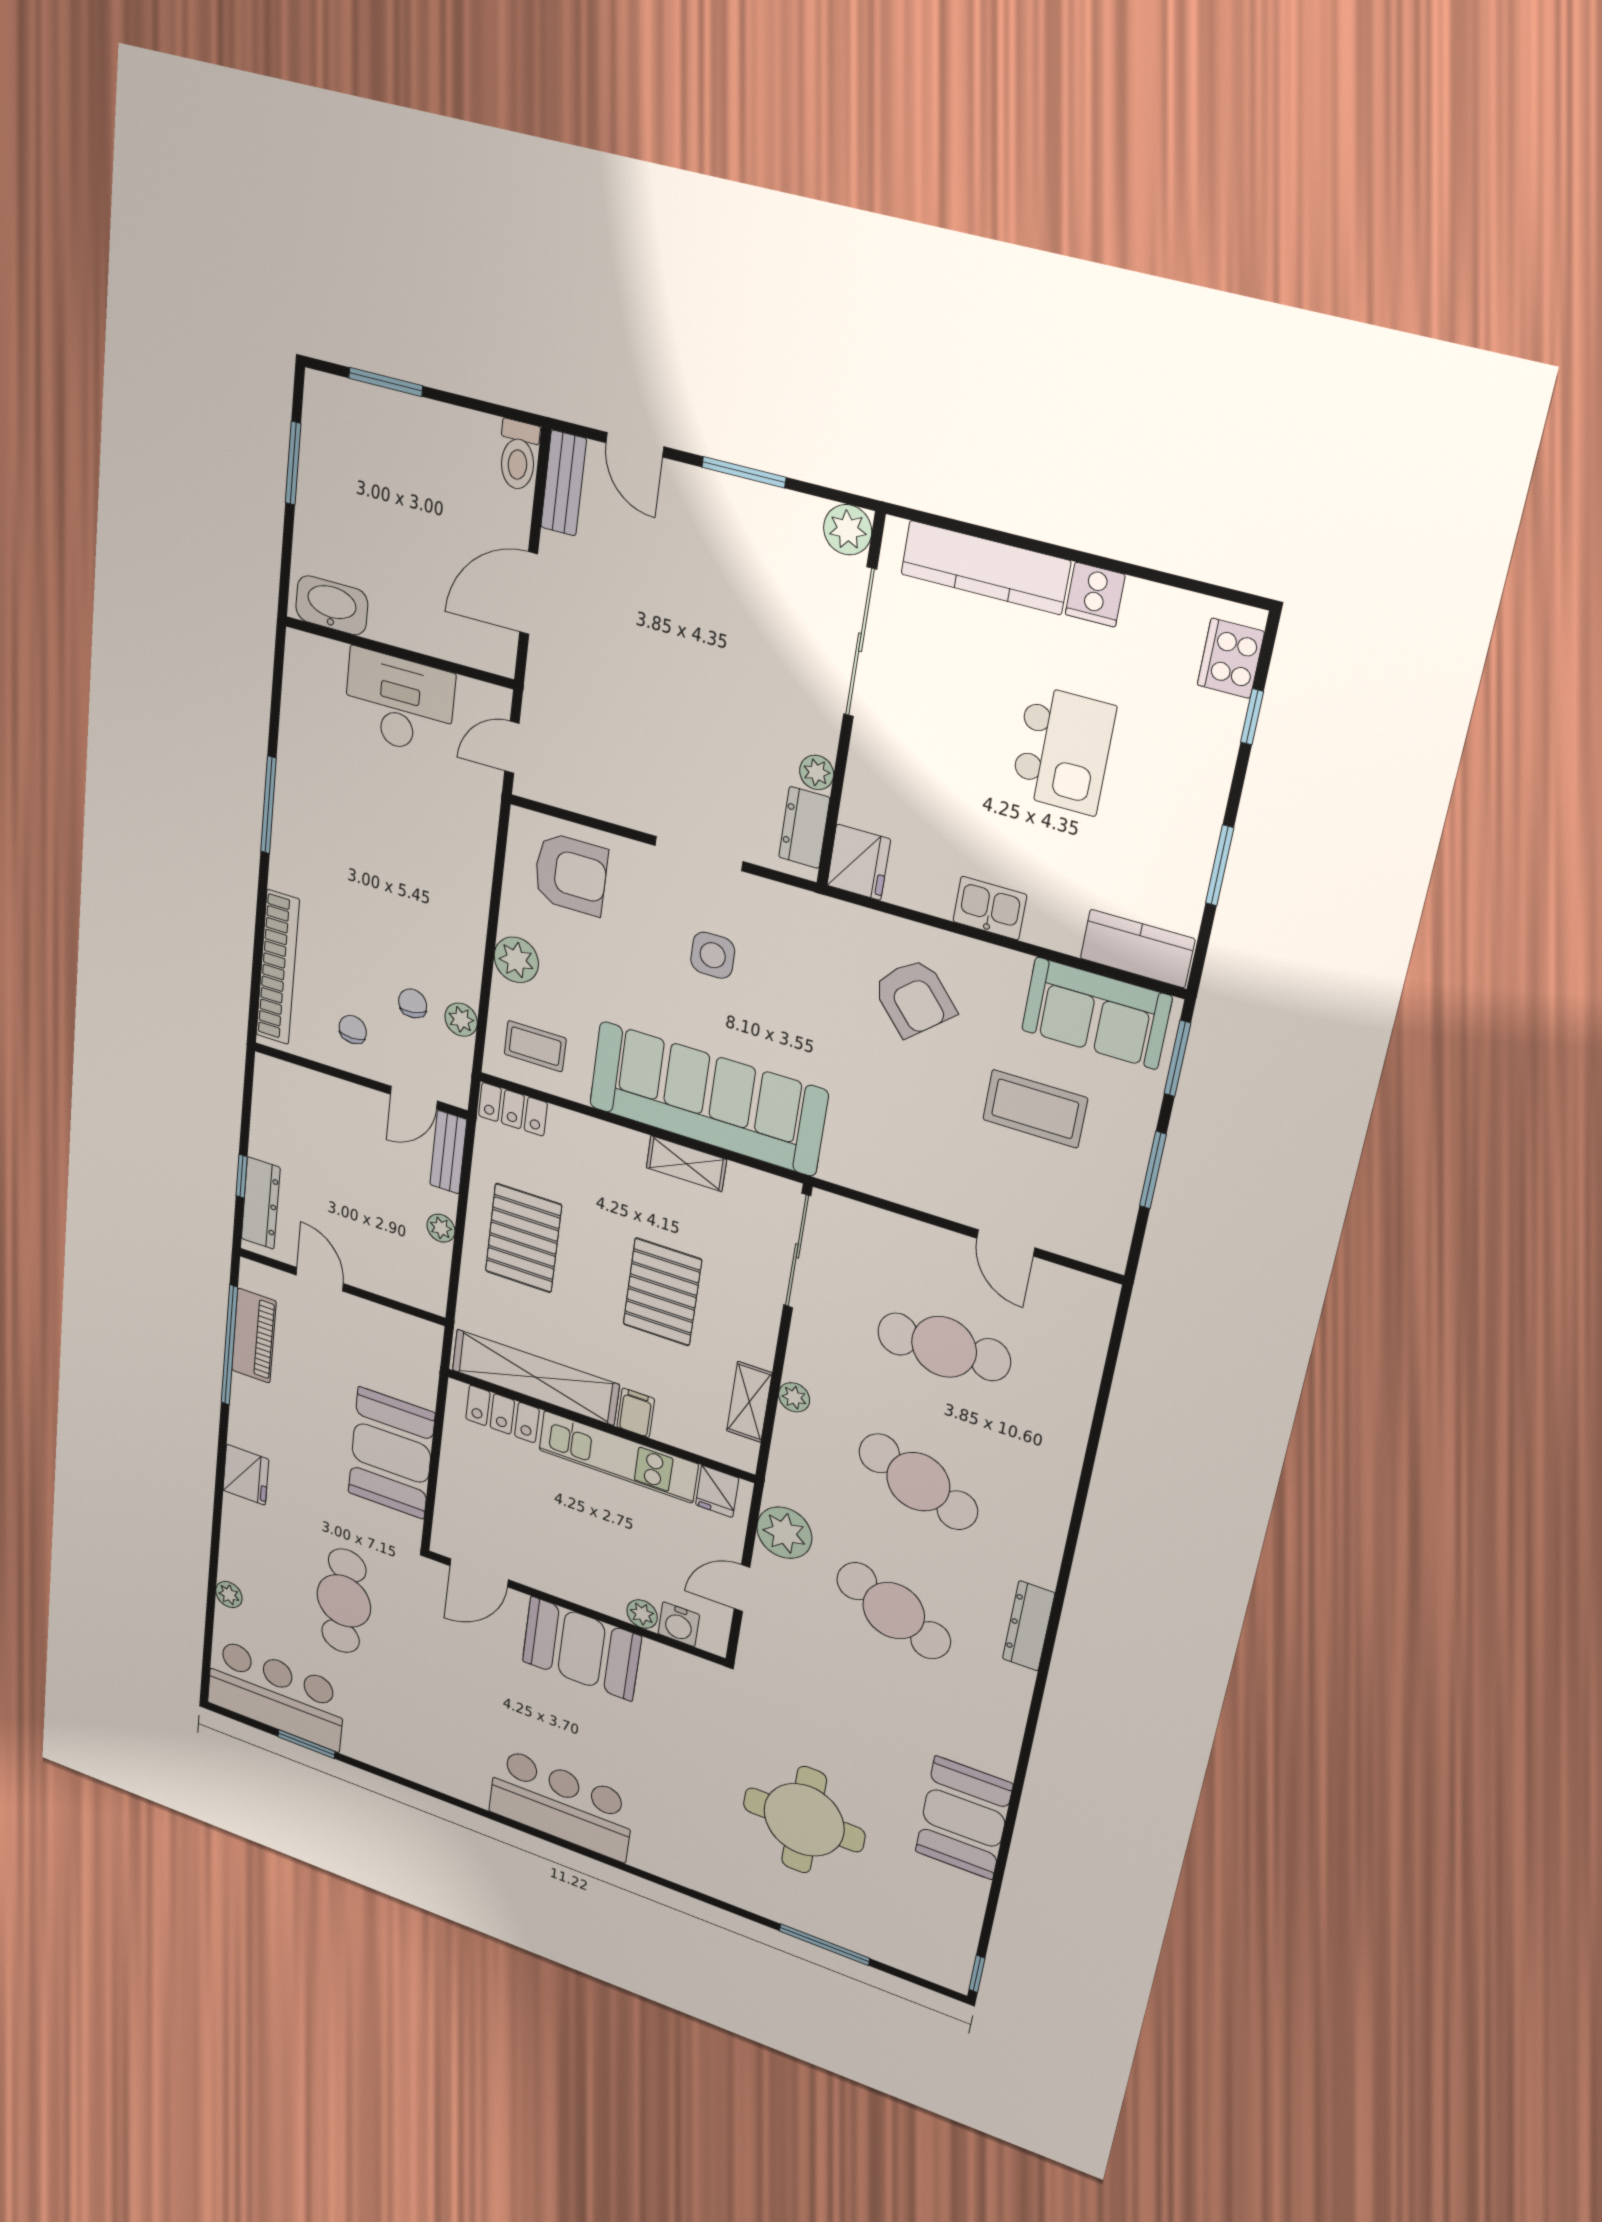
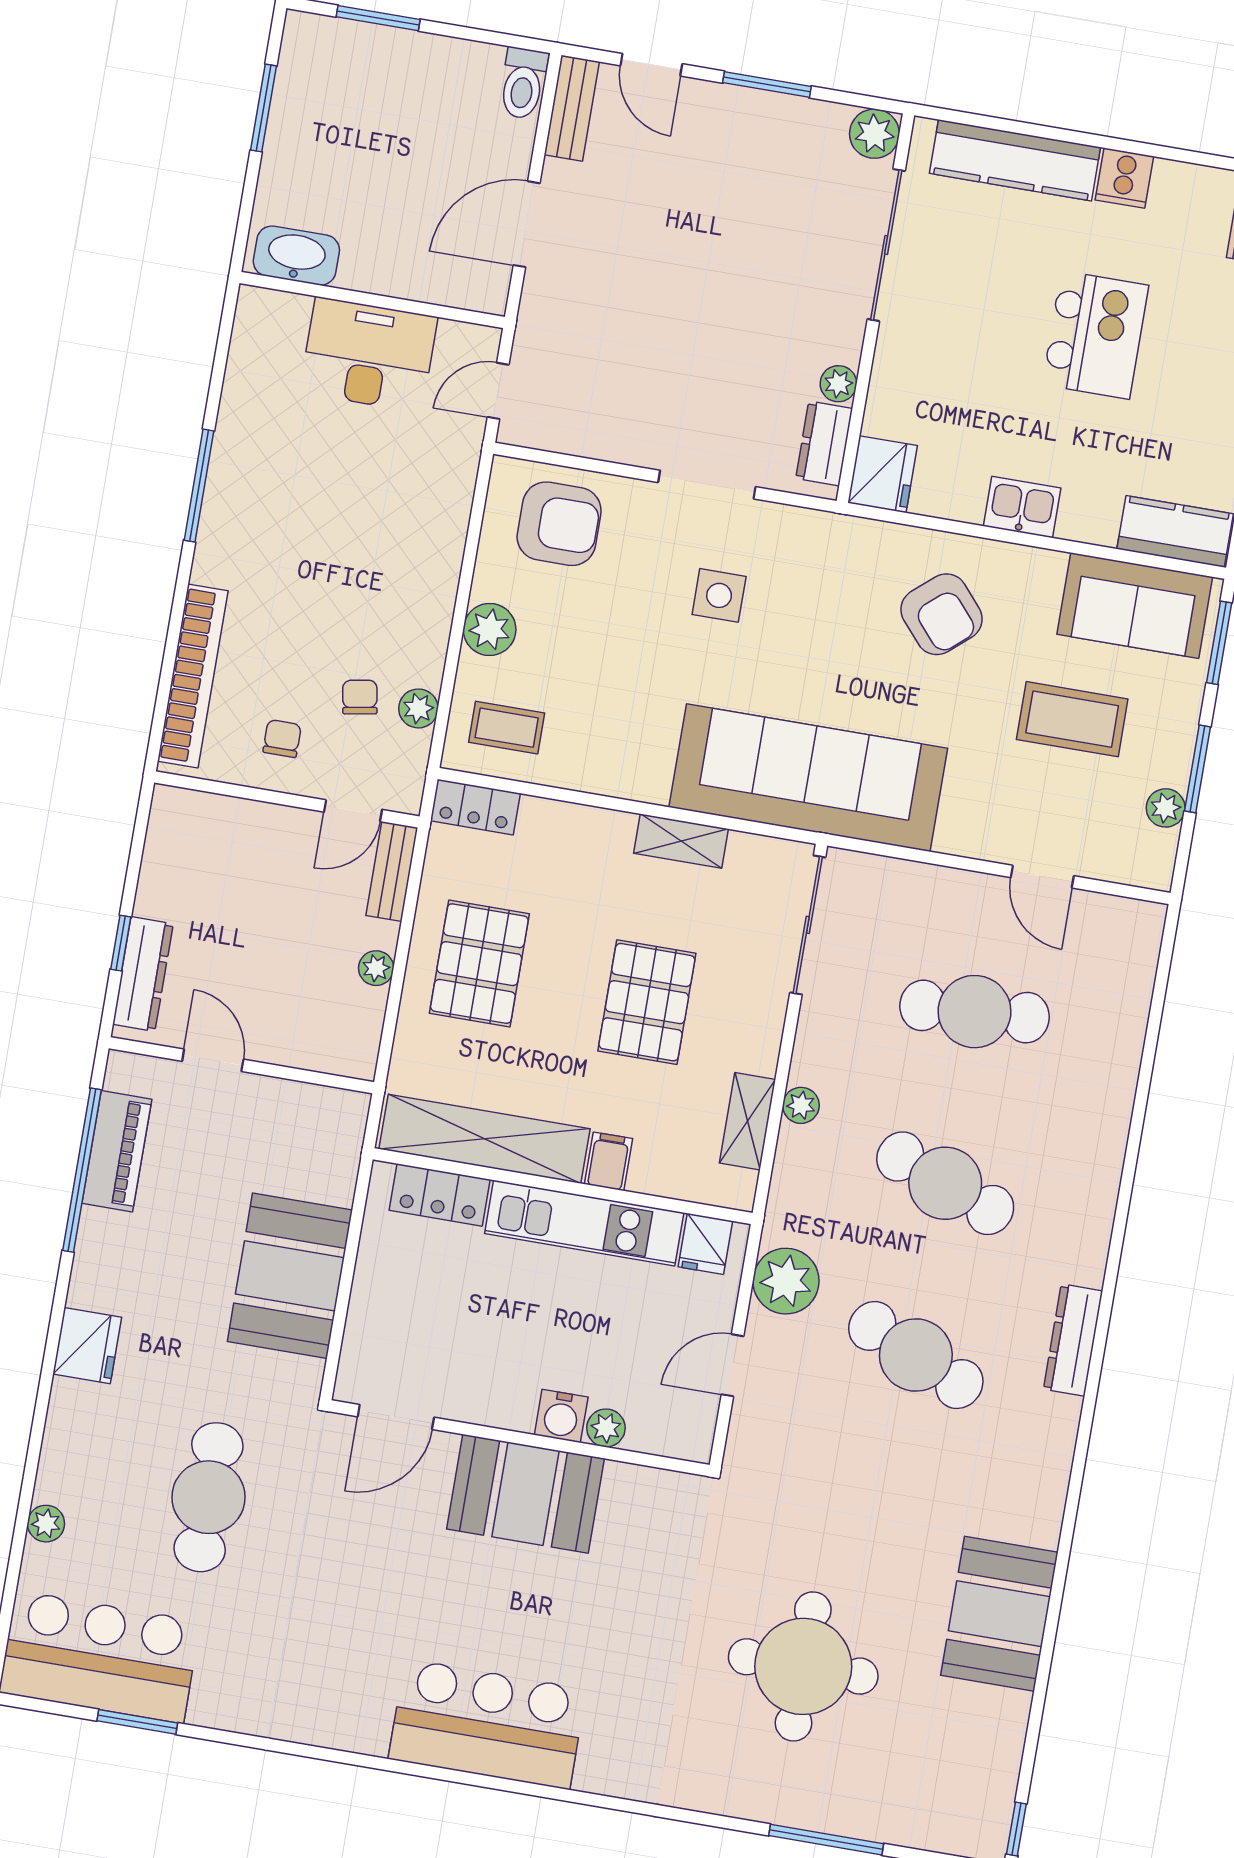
sofa: (707, 1099) -> (808, 778), moved
plant: (1122, 1200) -> (1166, 808), added
water cooler: (679, 1624) -> (561, 1416), moved

